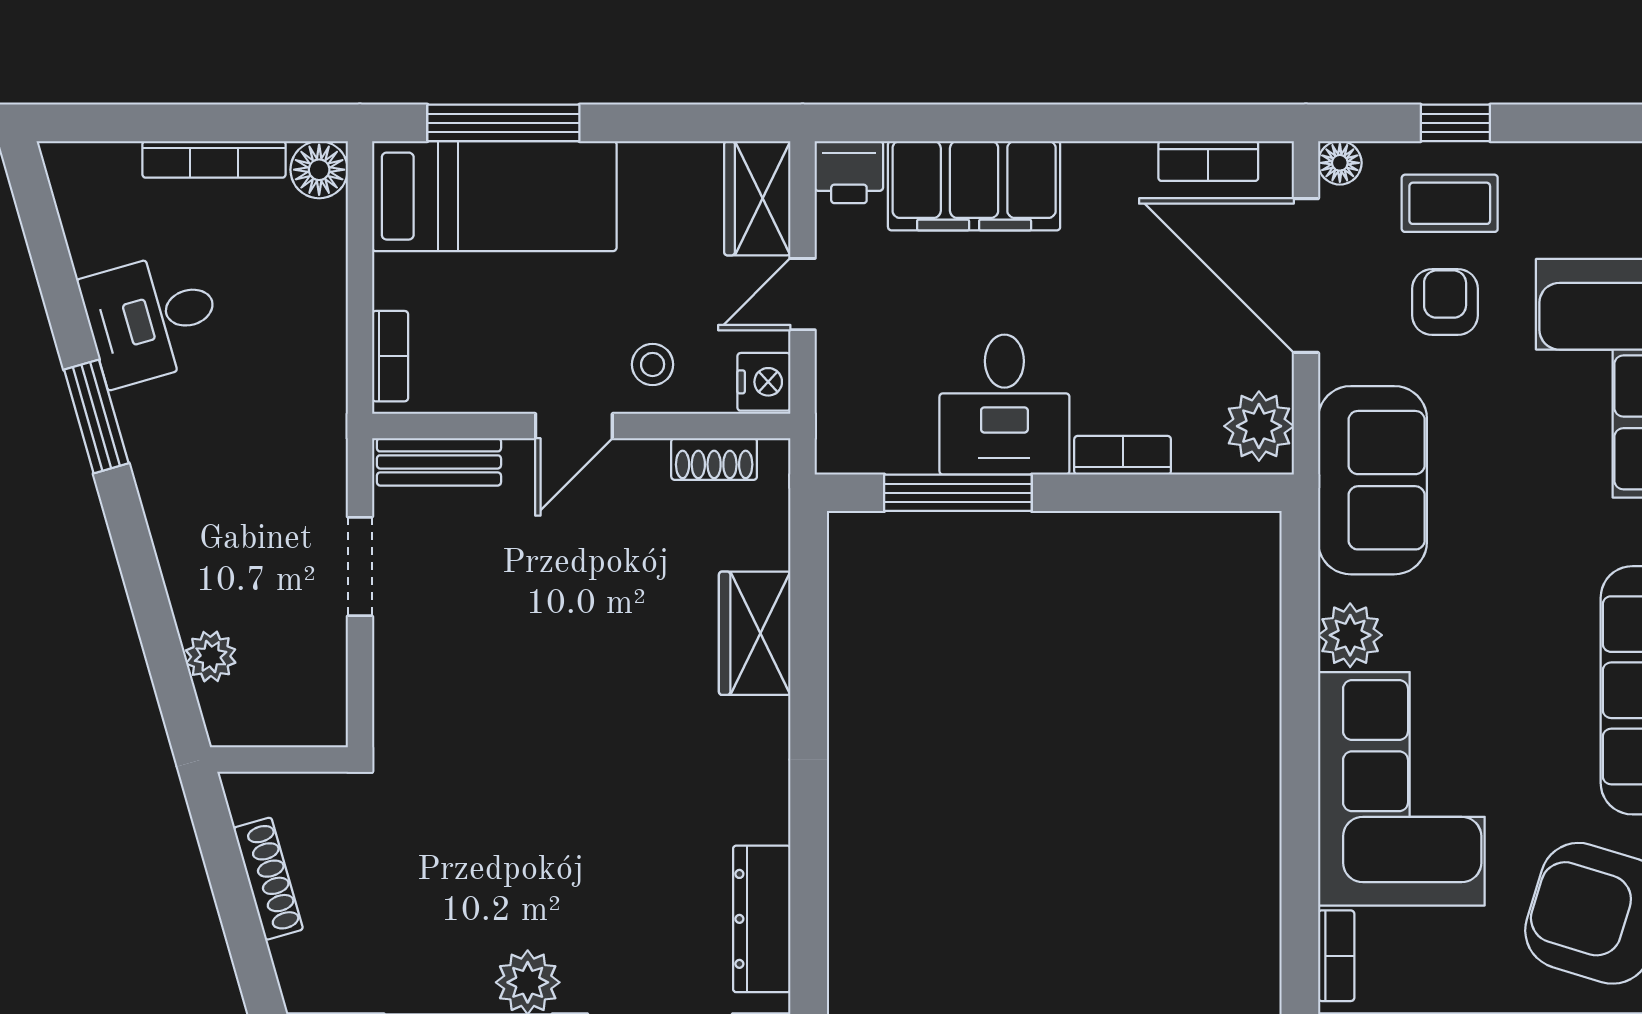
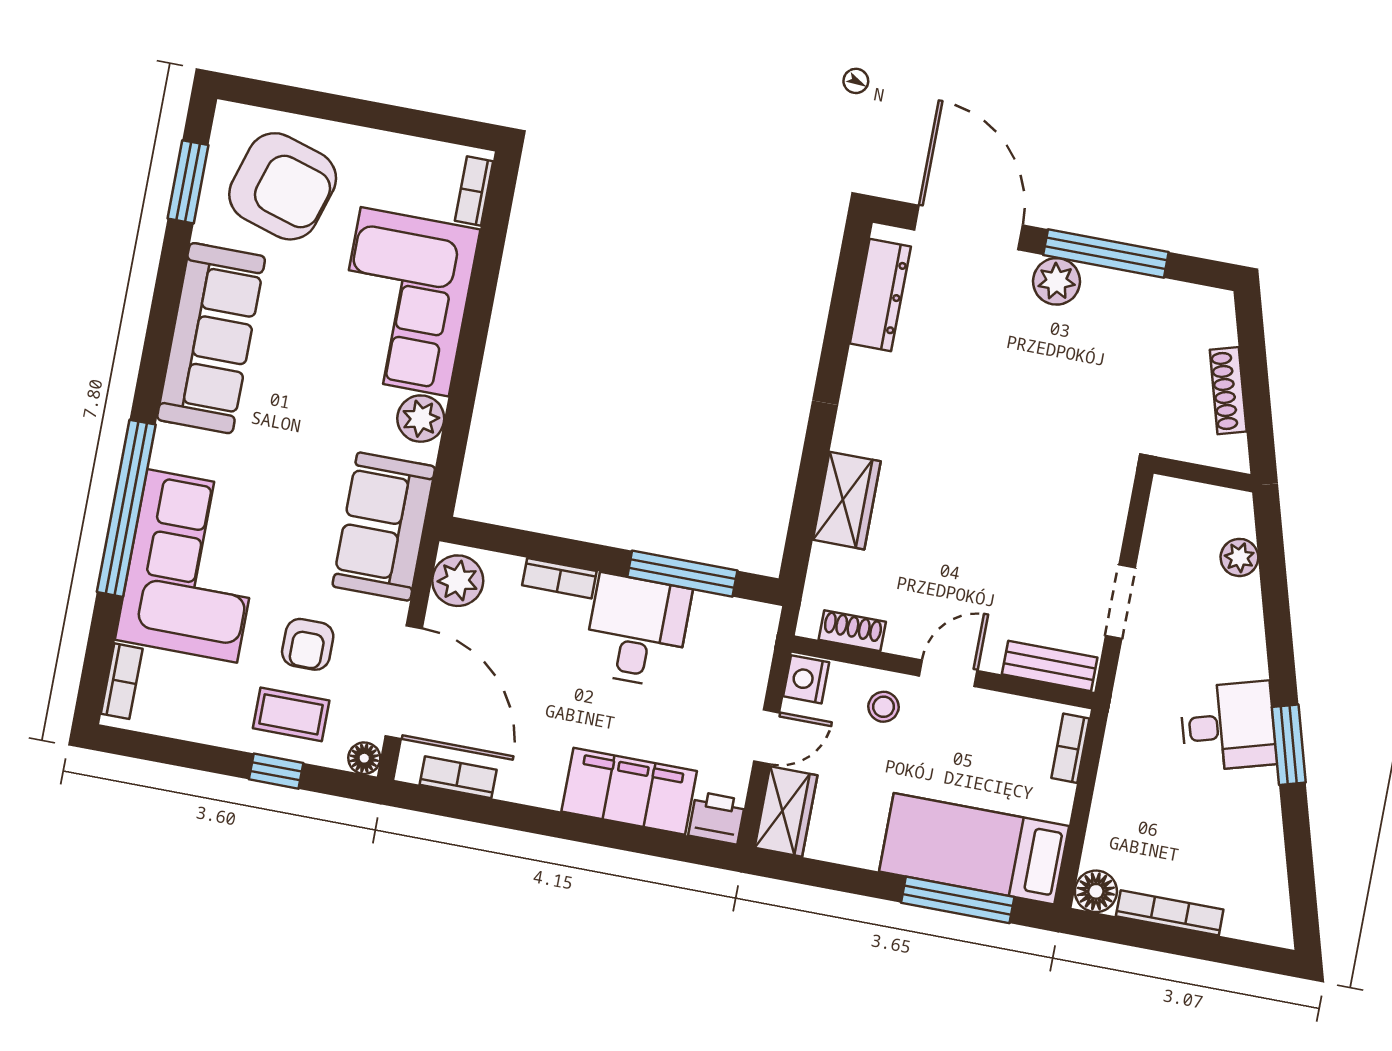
desk: (152, 318) -> (1228, 726), moved

